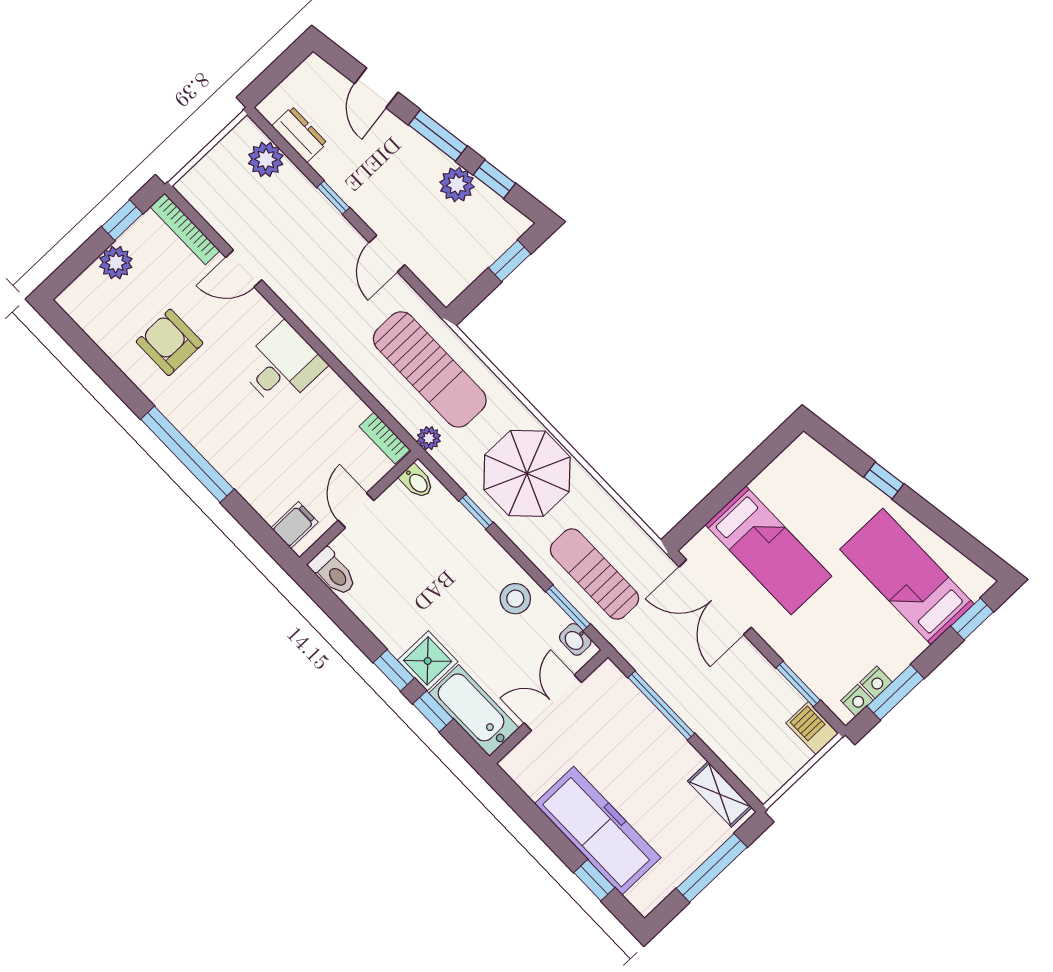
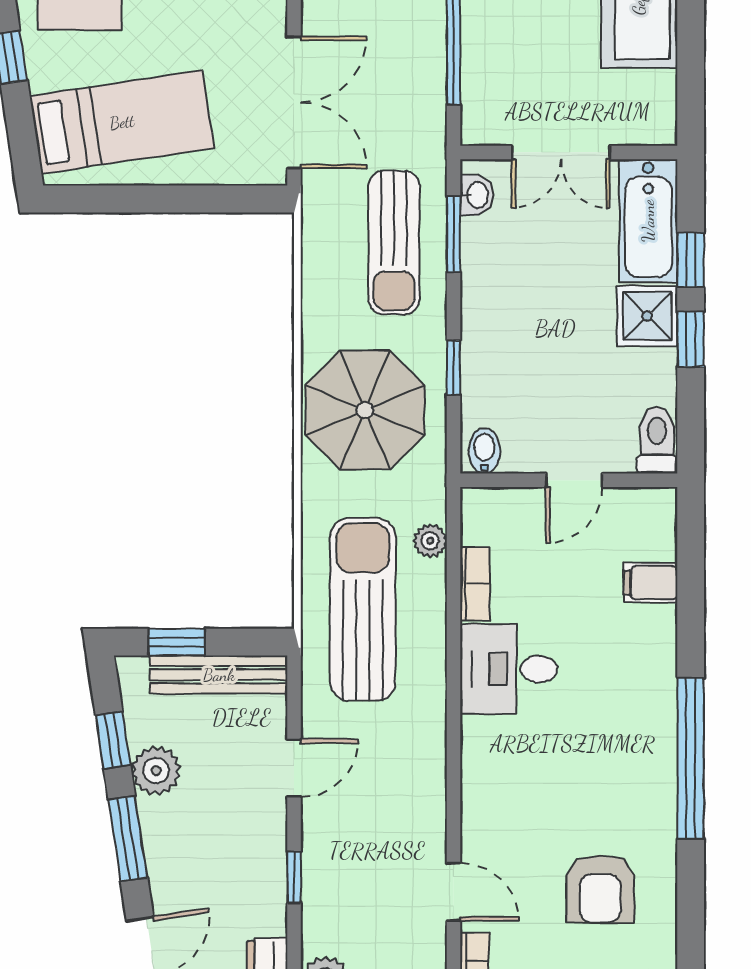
bench: (472, 265) -> (219, 675), added
desk: (282, 366) -> (509, 669), moved
bidet: (417, 482) -> (484, 451), moved
wall: (359, 508) -> (569, 480), moved
door: (356, 510) -> (574, 480), moved
window: (476, 512) -> (454, 368), moved
bed: (768, 550) -> (122, 122), moved, turned 81
toilet: (333, 572) -> (657, 440), moved
stool: (515, 599) -> (498, 294), removed

